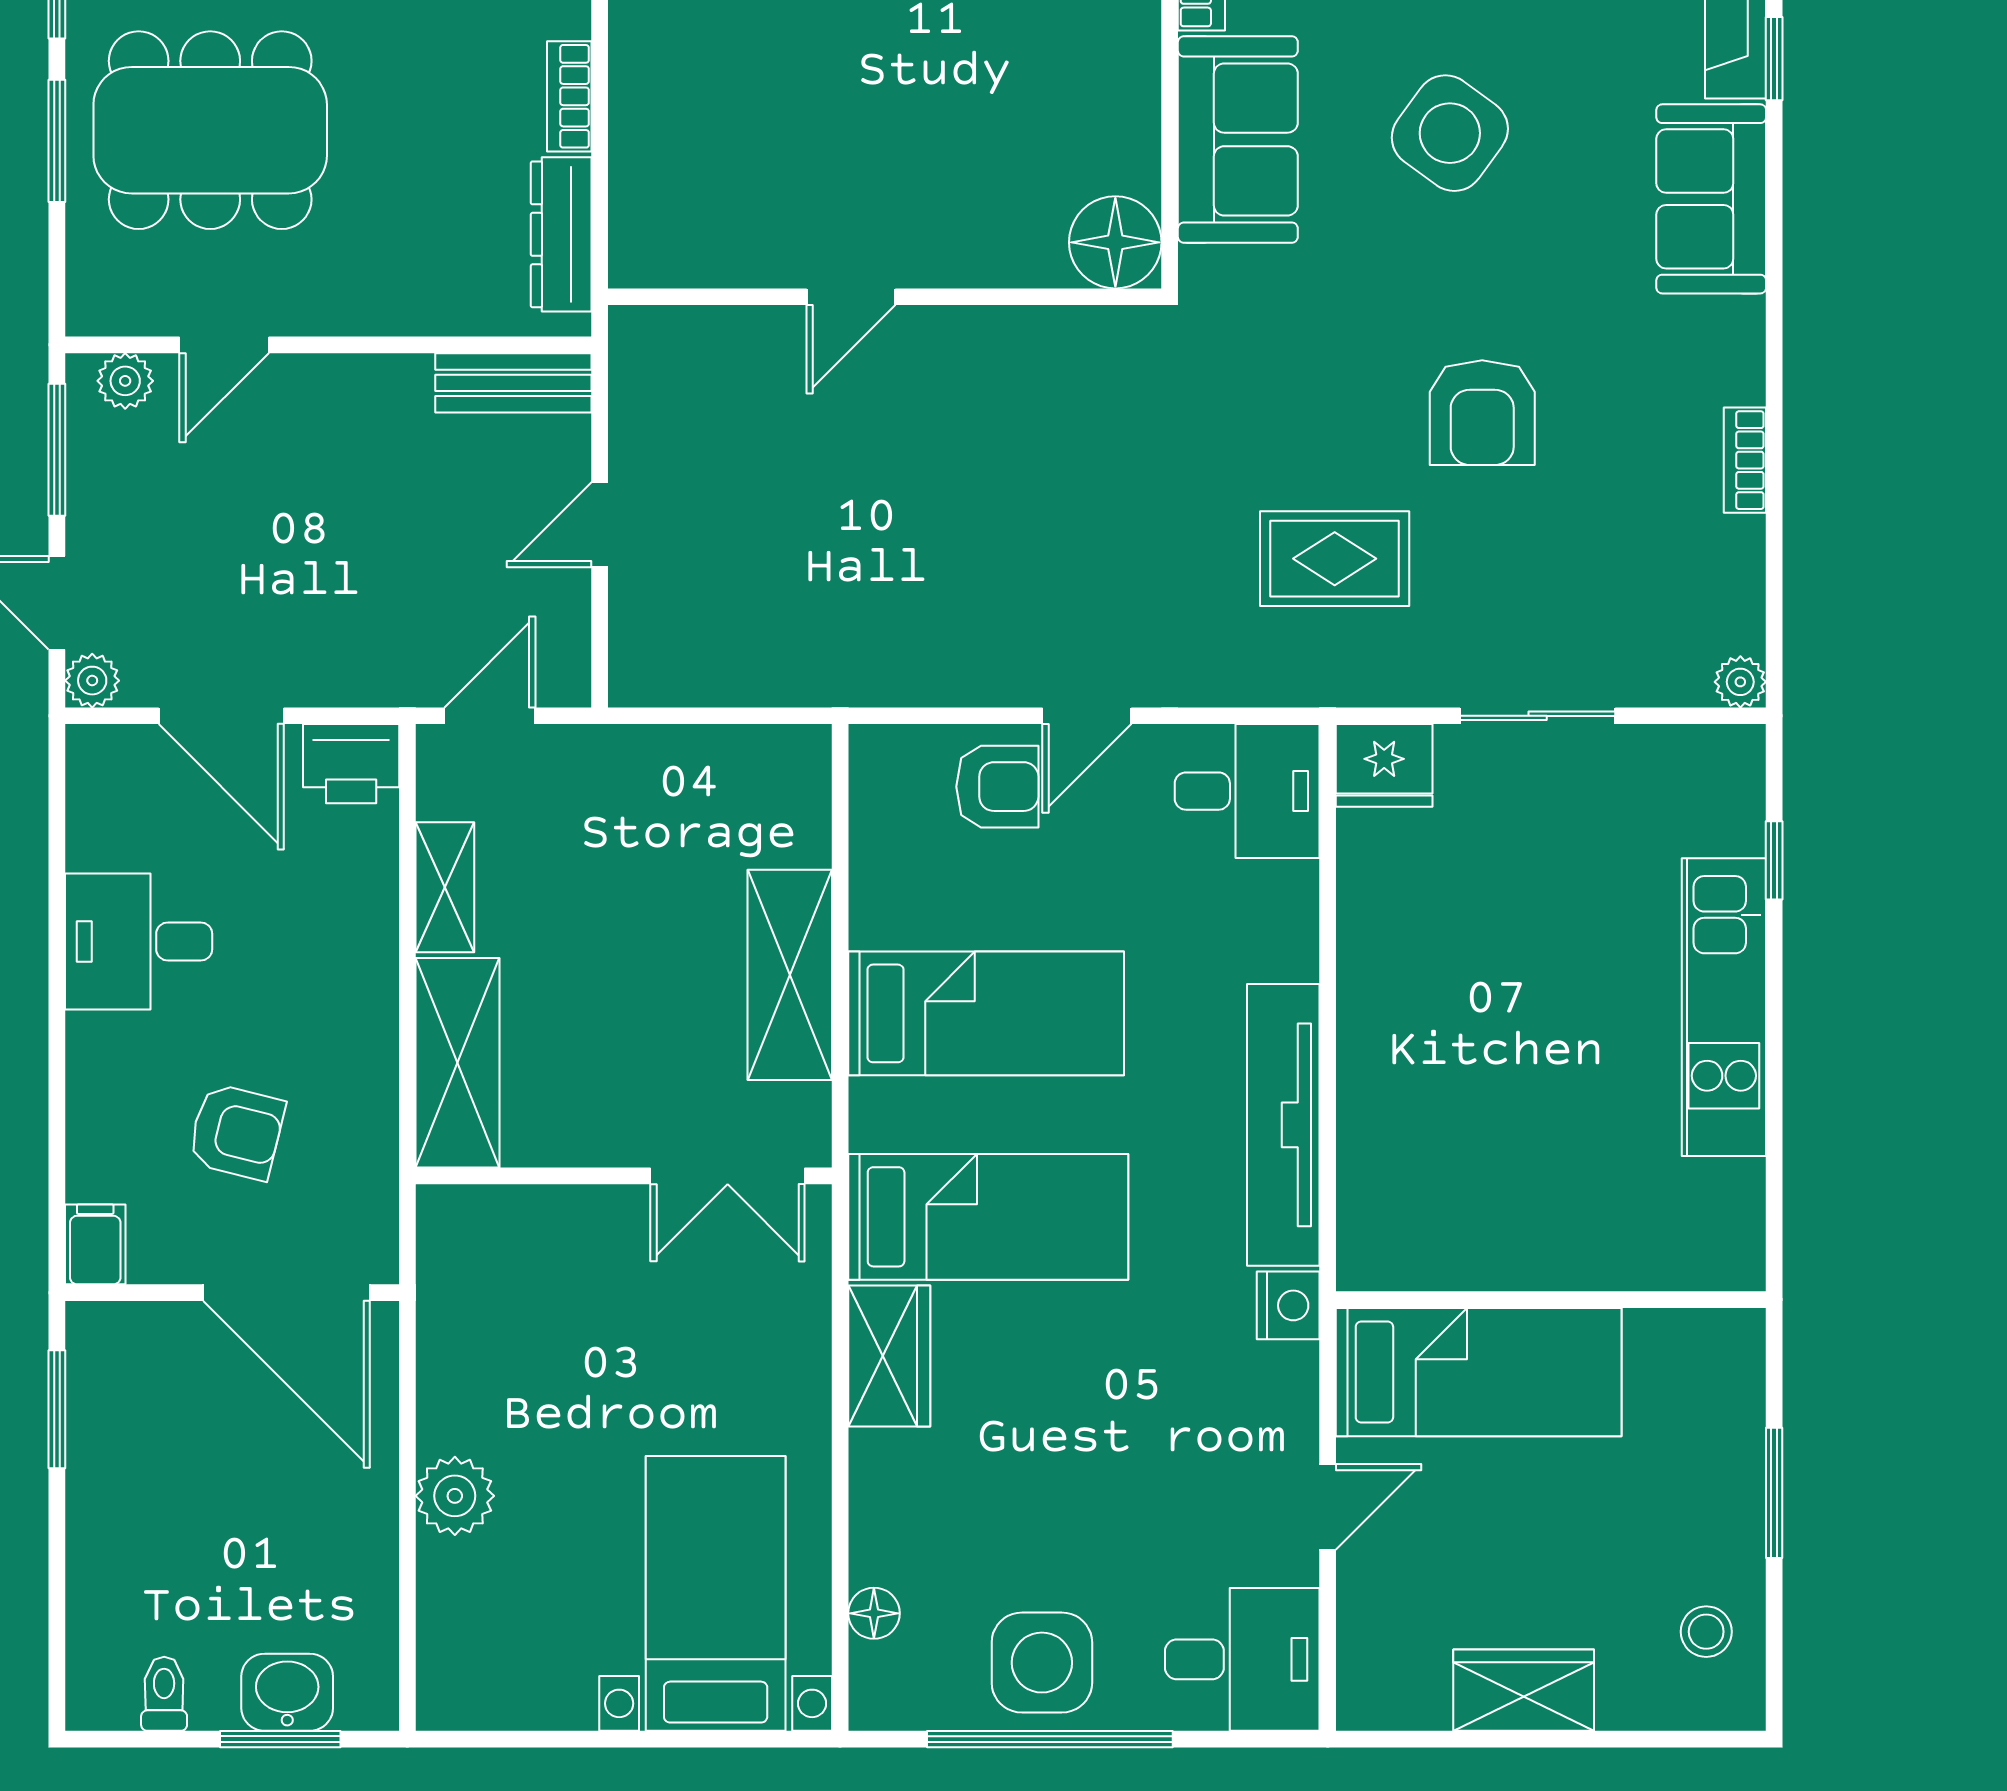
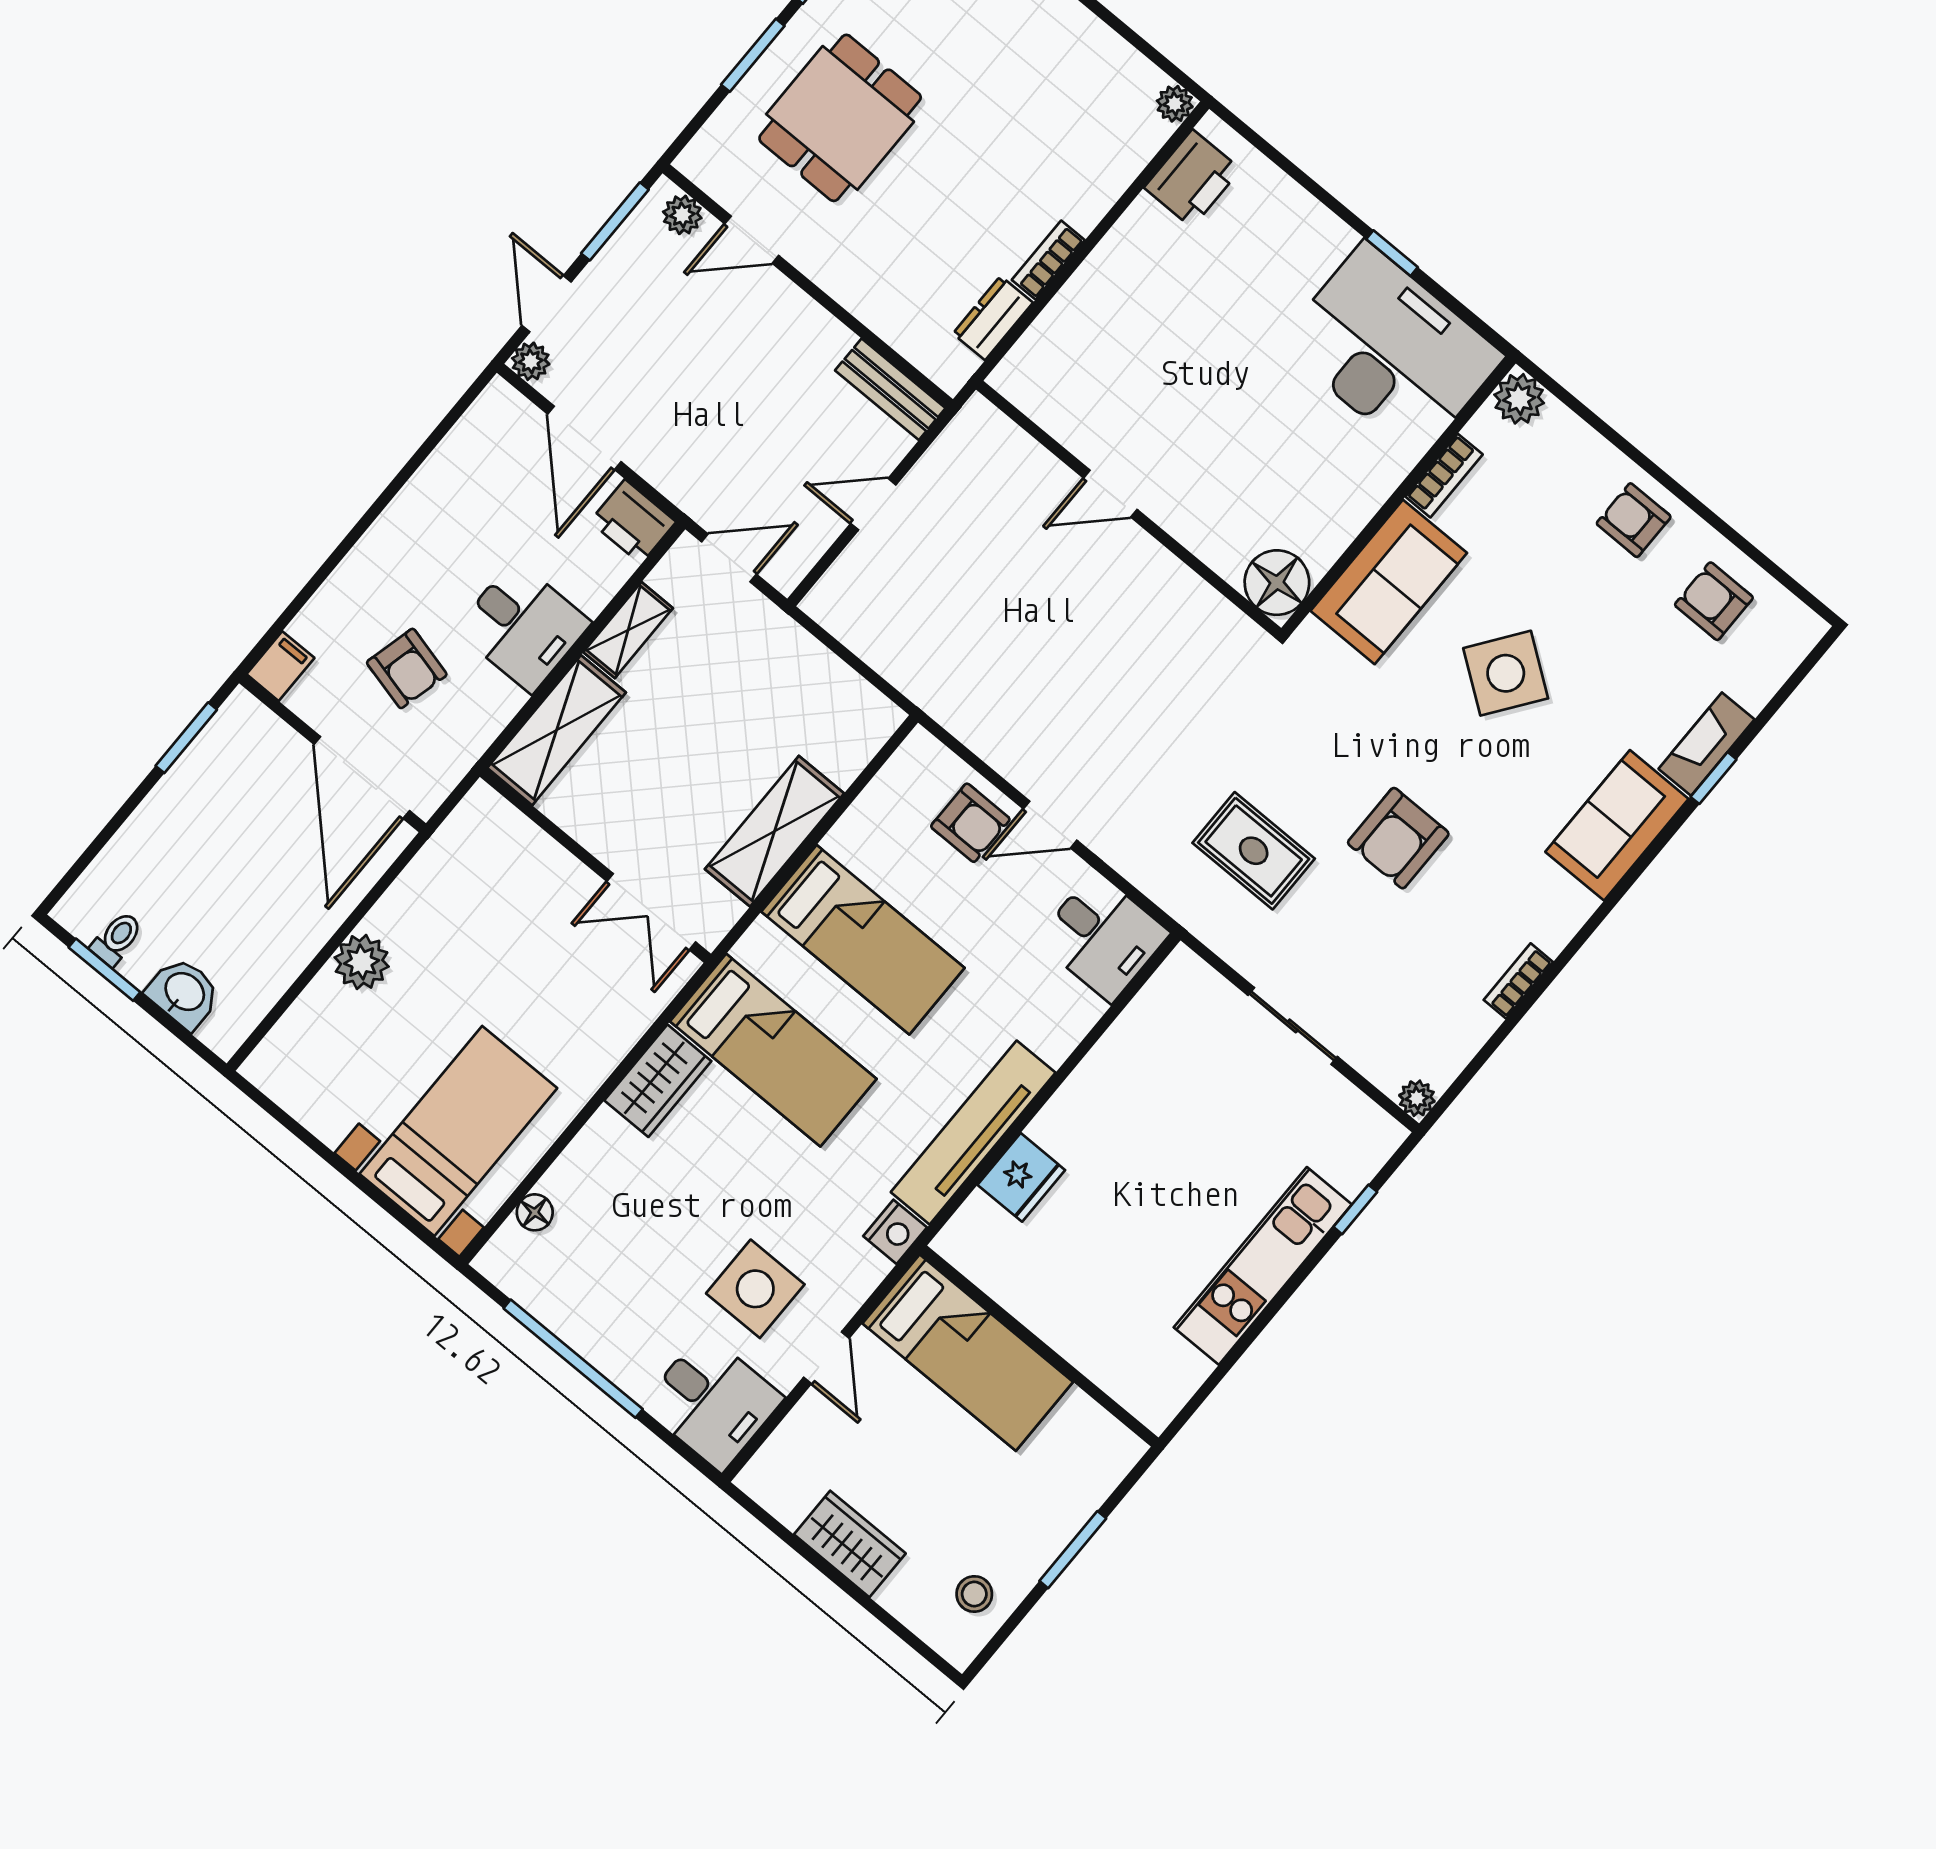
dining table: (210, 130) -> (840, 118), width x0.73
dresser: (561, 234) -> (993, 318), width x0.70
fridge: (1384, 765) -> (1021, 1177), moved, turned -90
desk: (139, 941) -> (523, 626), moved, turned 180
door: (1328, 1507) -> (826, 1358), hinge flipped
side table: (1042, 1663) -> (755, 1289), moved
window: (280, 1739) -> (104, 970), moved

